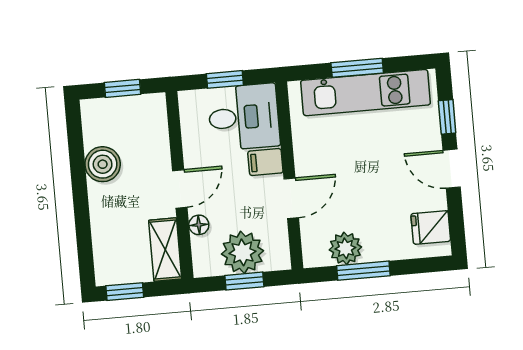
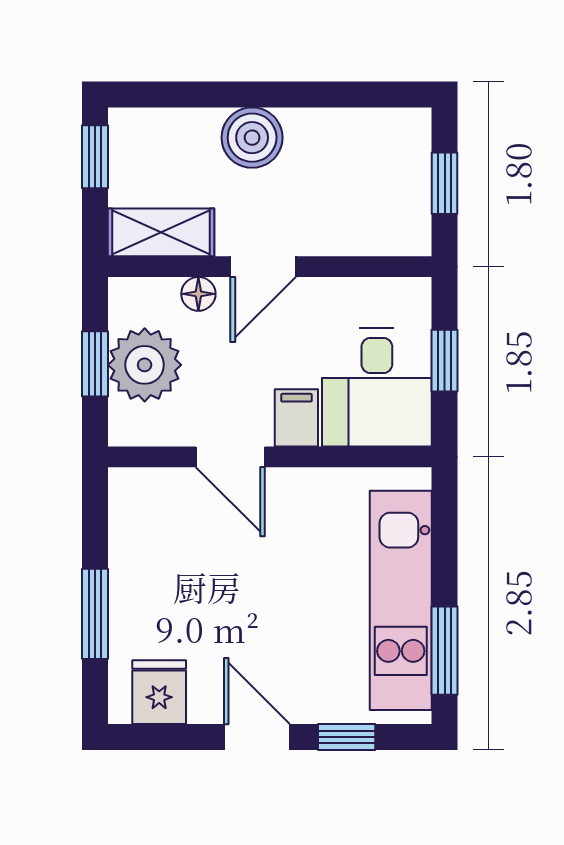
window: (357, 68) -> (445, 651), moved
boiler: (103, 164) -> (252, 138), moved
door: (452, 169) -> (257, 737), hinge flipped
door: (180, 189) -> (263, 267), hinge flipped
plant: (345, 248) -> (136, 542), removed
window: (363, 271) -> (95, 614), moved

